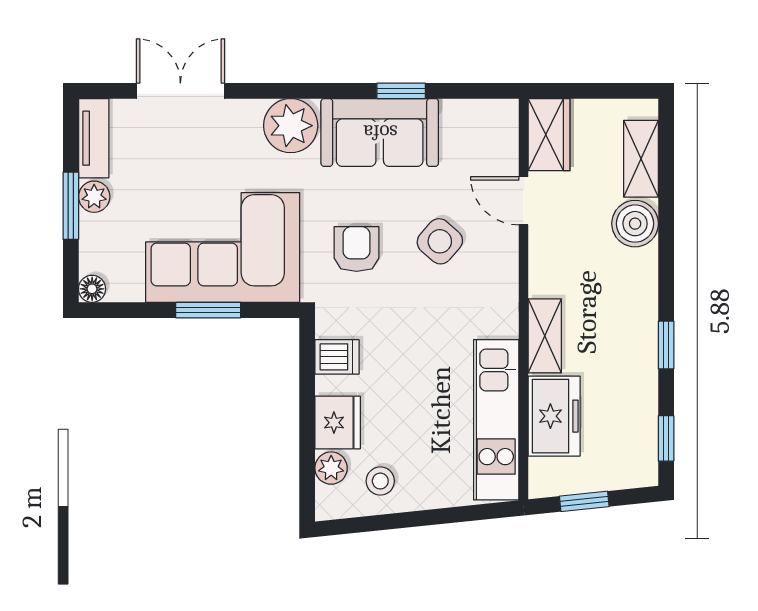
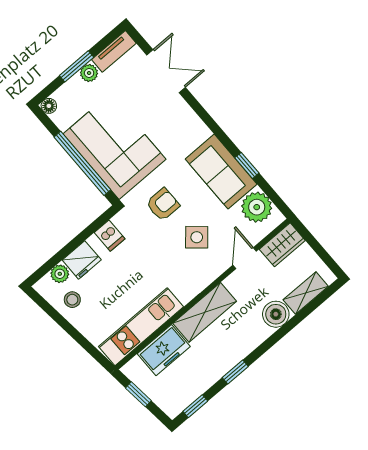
plant: (291, 126) -> (257, 207), moved
window: (208, 310) -> (82, 163), width x2.11
shelving: (545, 336) -> (205, 312), width x1.50, depth x1.33

